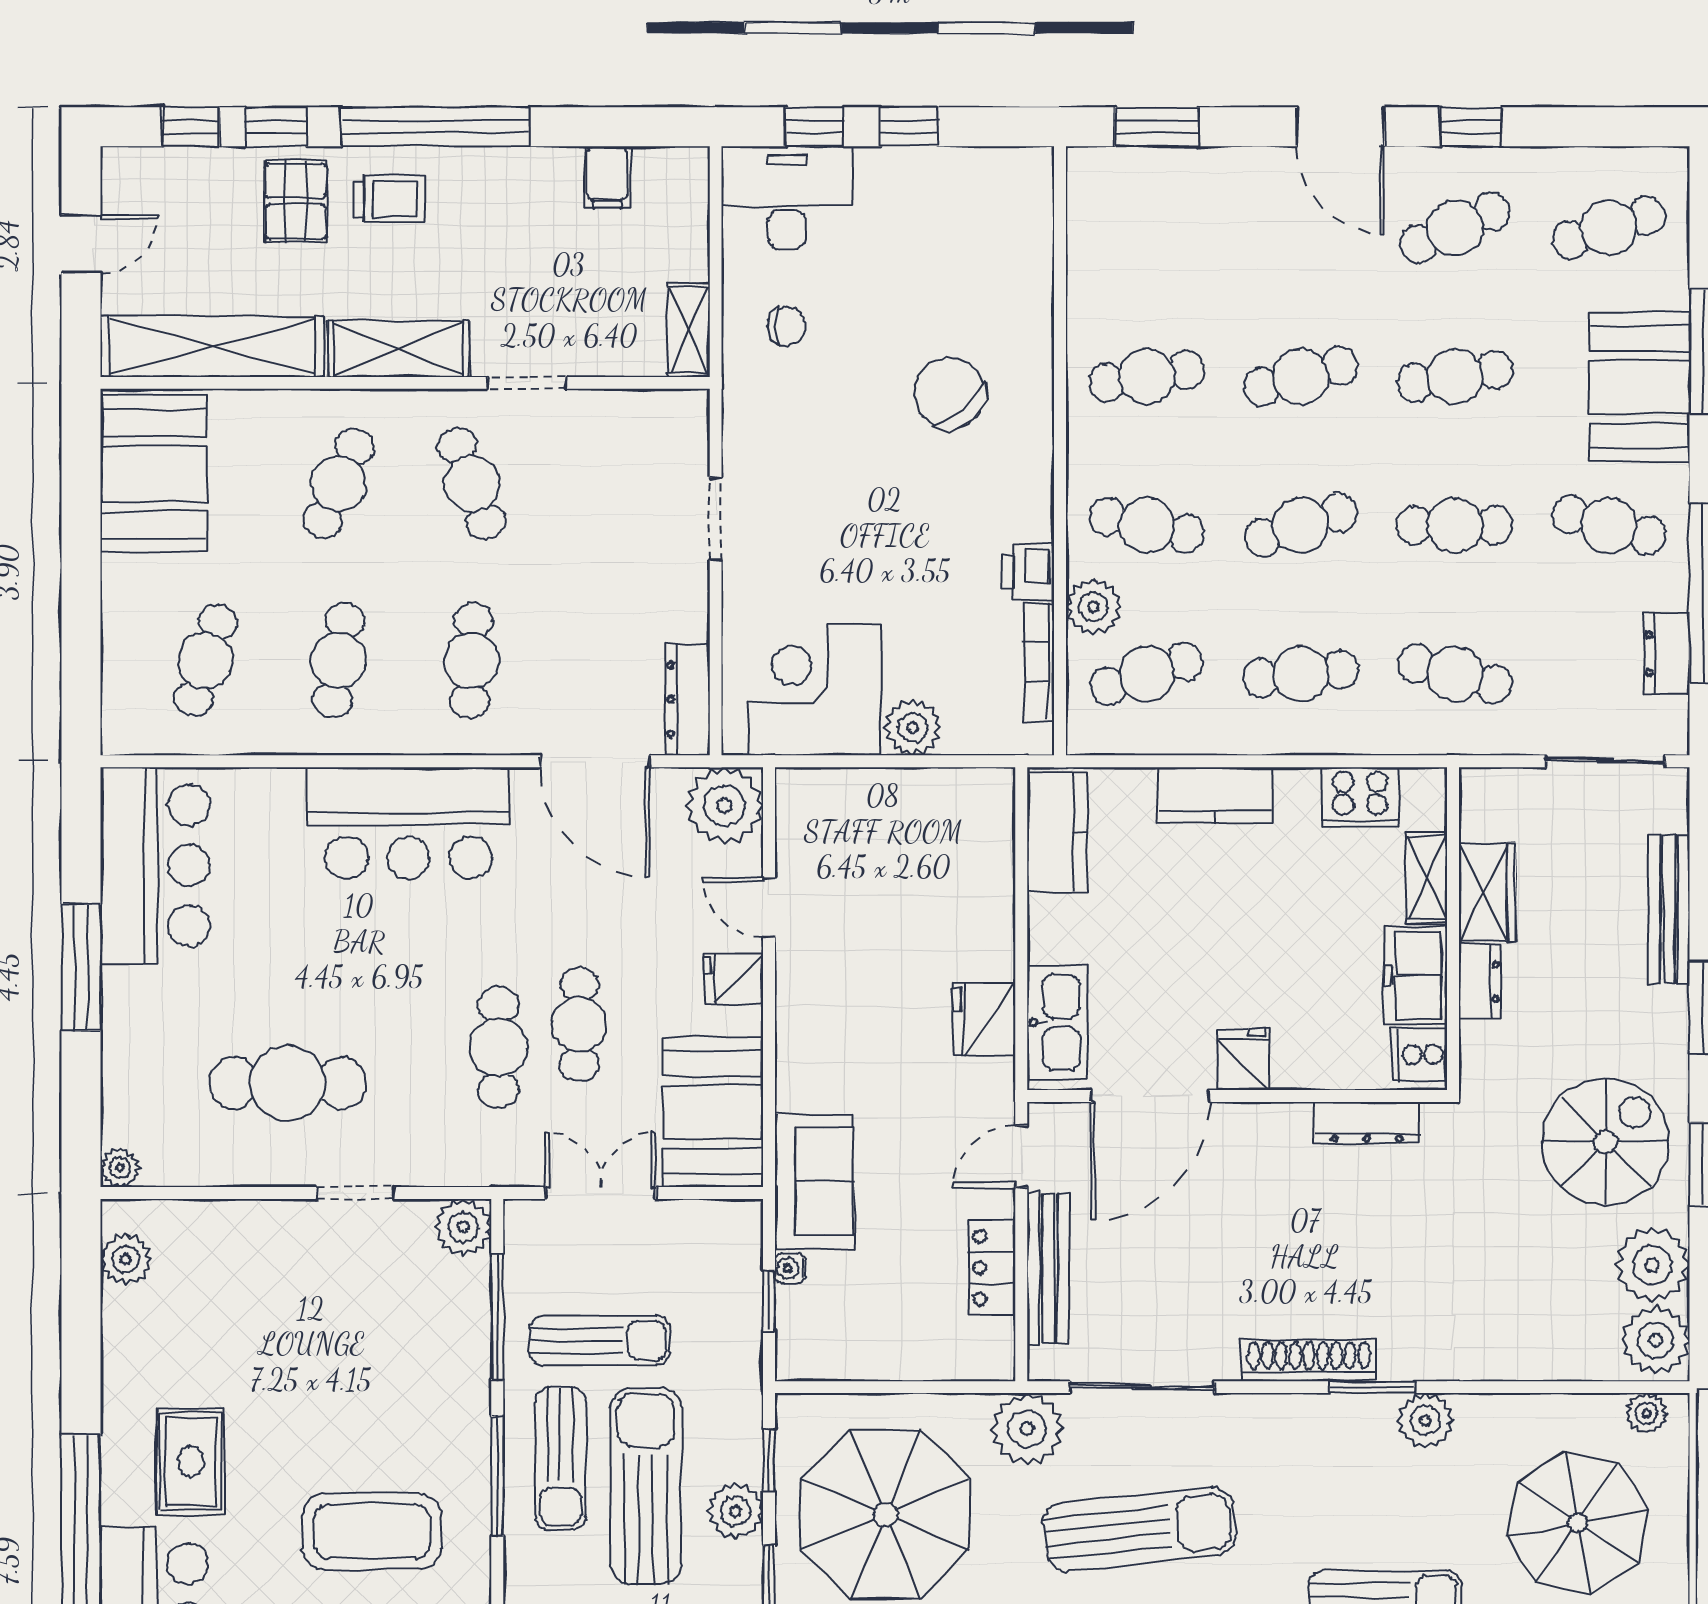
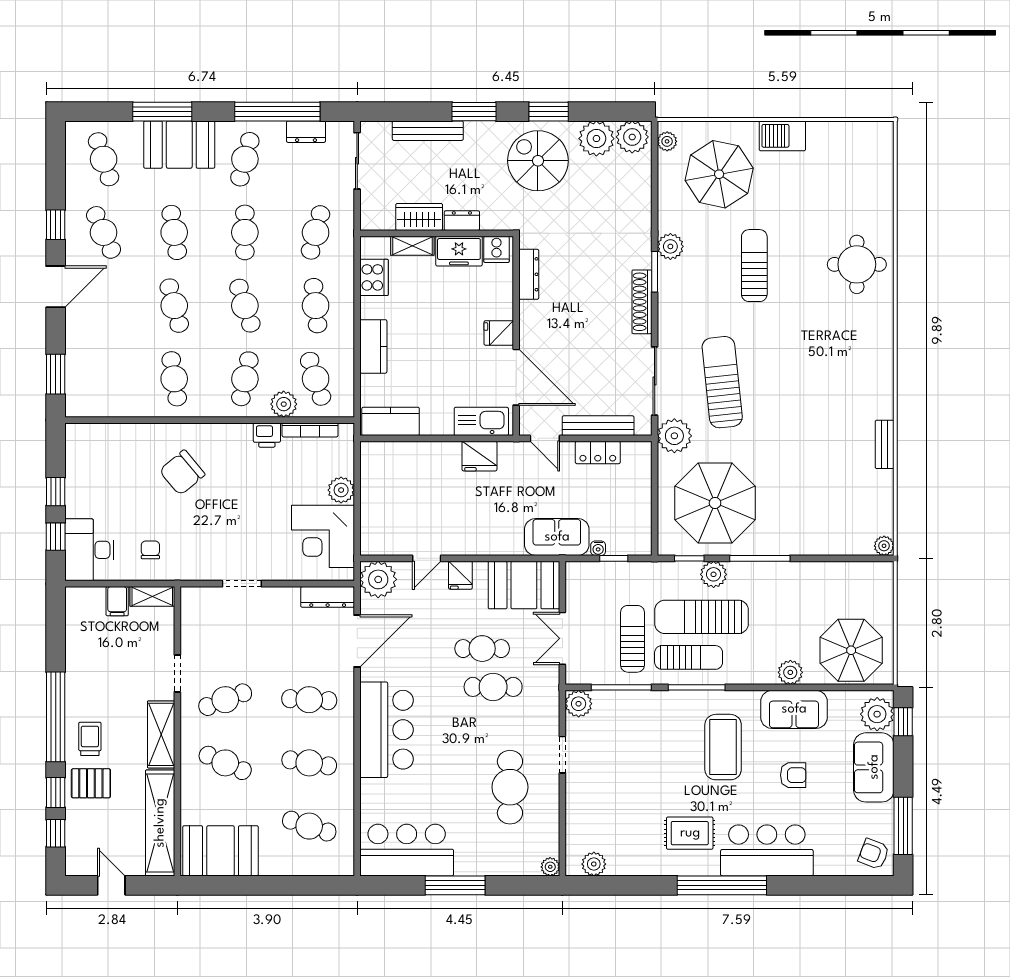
filing cabinet: (607, 177) -> (117, 601), moved, turned 90

